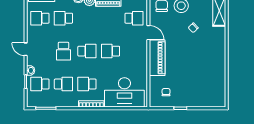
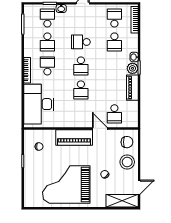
school desk: (63, 18) -> (114, 42), turned 180
door: (148, 33) -> (100, 128), swing flipped
school desk: (110, 51) -> (81, 90), turned 180
grand piano: (203, 65) -> (66, 184), added

